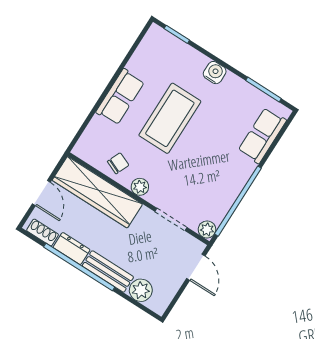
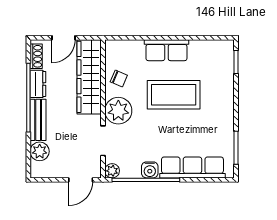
water cooler: (215, 73) -> (150, 170), moved, turned 90
row of seats: (262, 136) -> (192, 167), width x1.48
plant: (140, 187) -> (118, 111), width x1.88, depth x1.88

